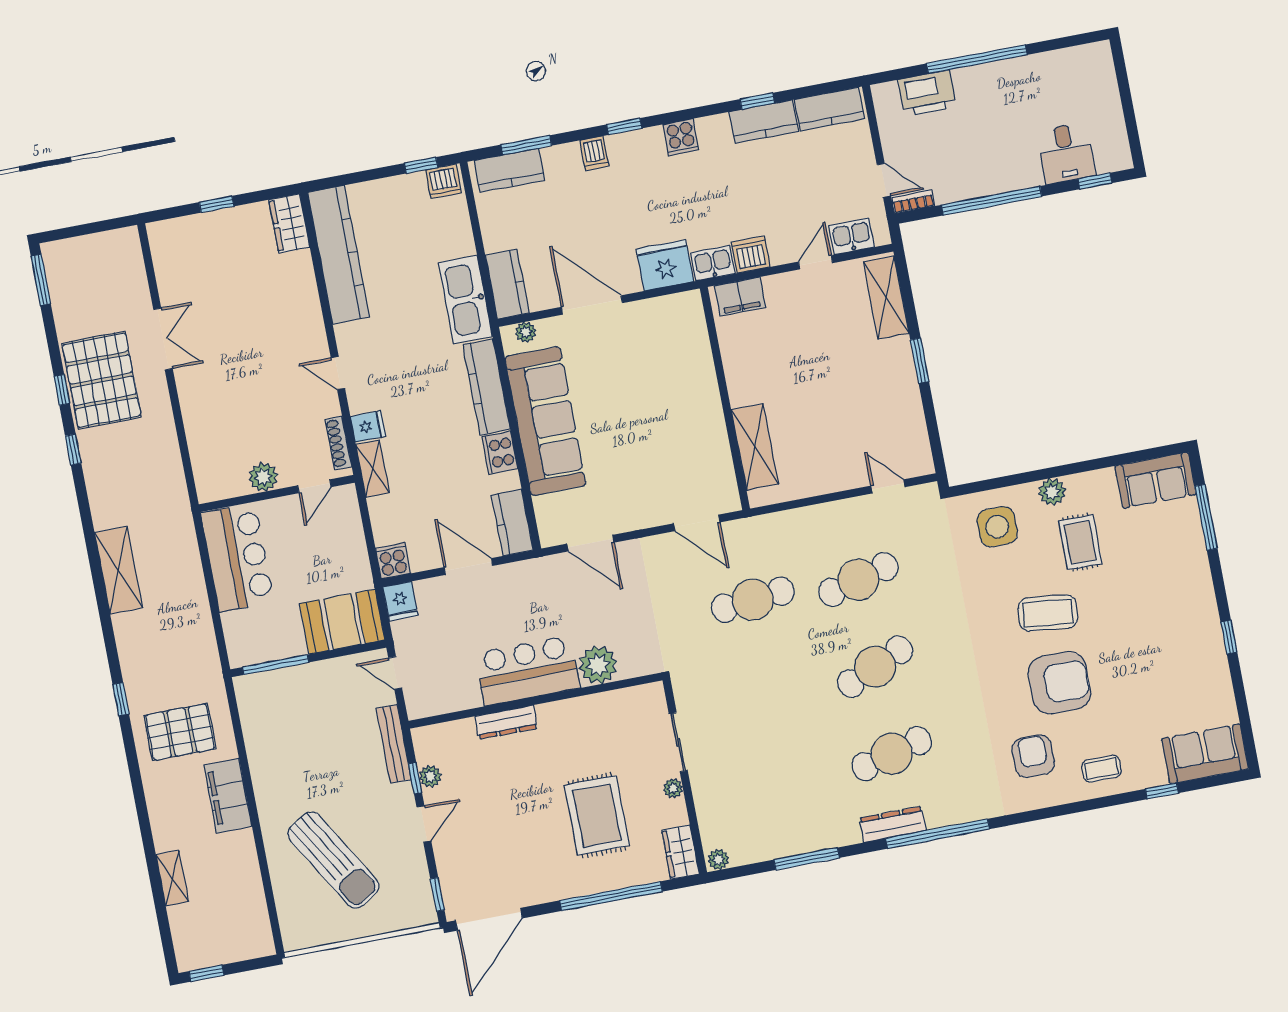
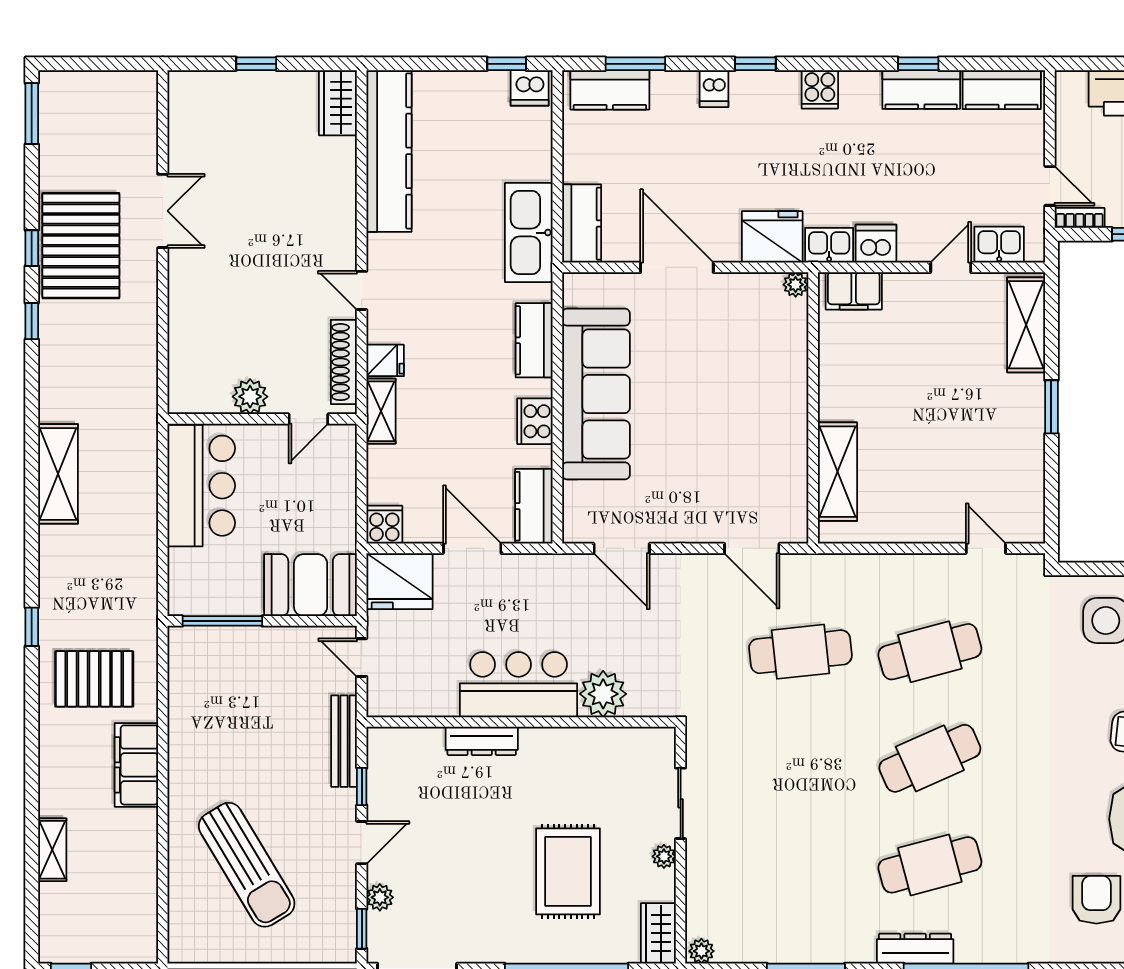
plant: (526, 332) -> (796, 285), moved
kitchen counter: (487, 387) -> (534, 340), width x0.67
shoe rack: (338, 443) -> (344, 362), width x1.36, depth x1.24
fridge: (400, 601) -> (399, 581), width x1.88, depth x1.34
plant: (430, 776) -> (380, 897), moved

